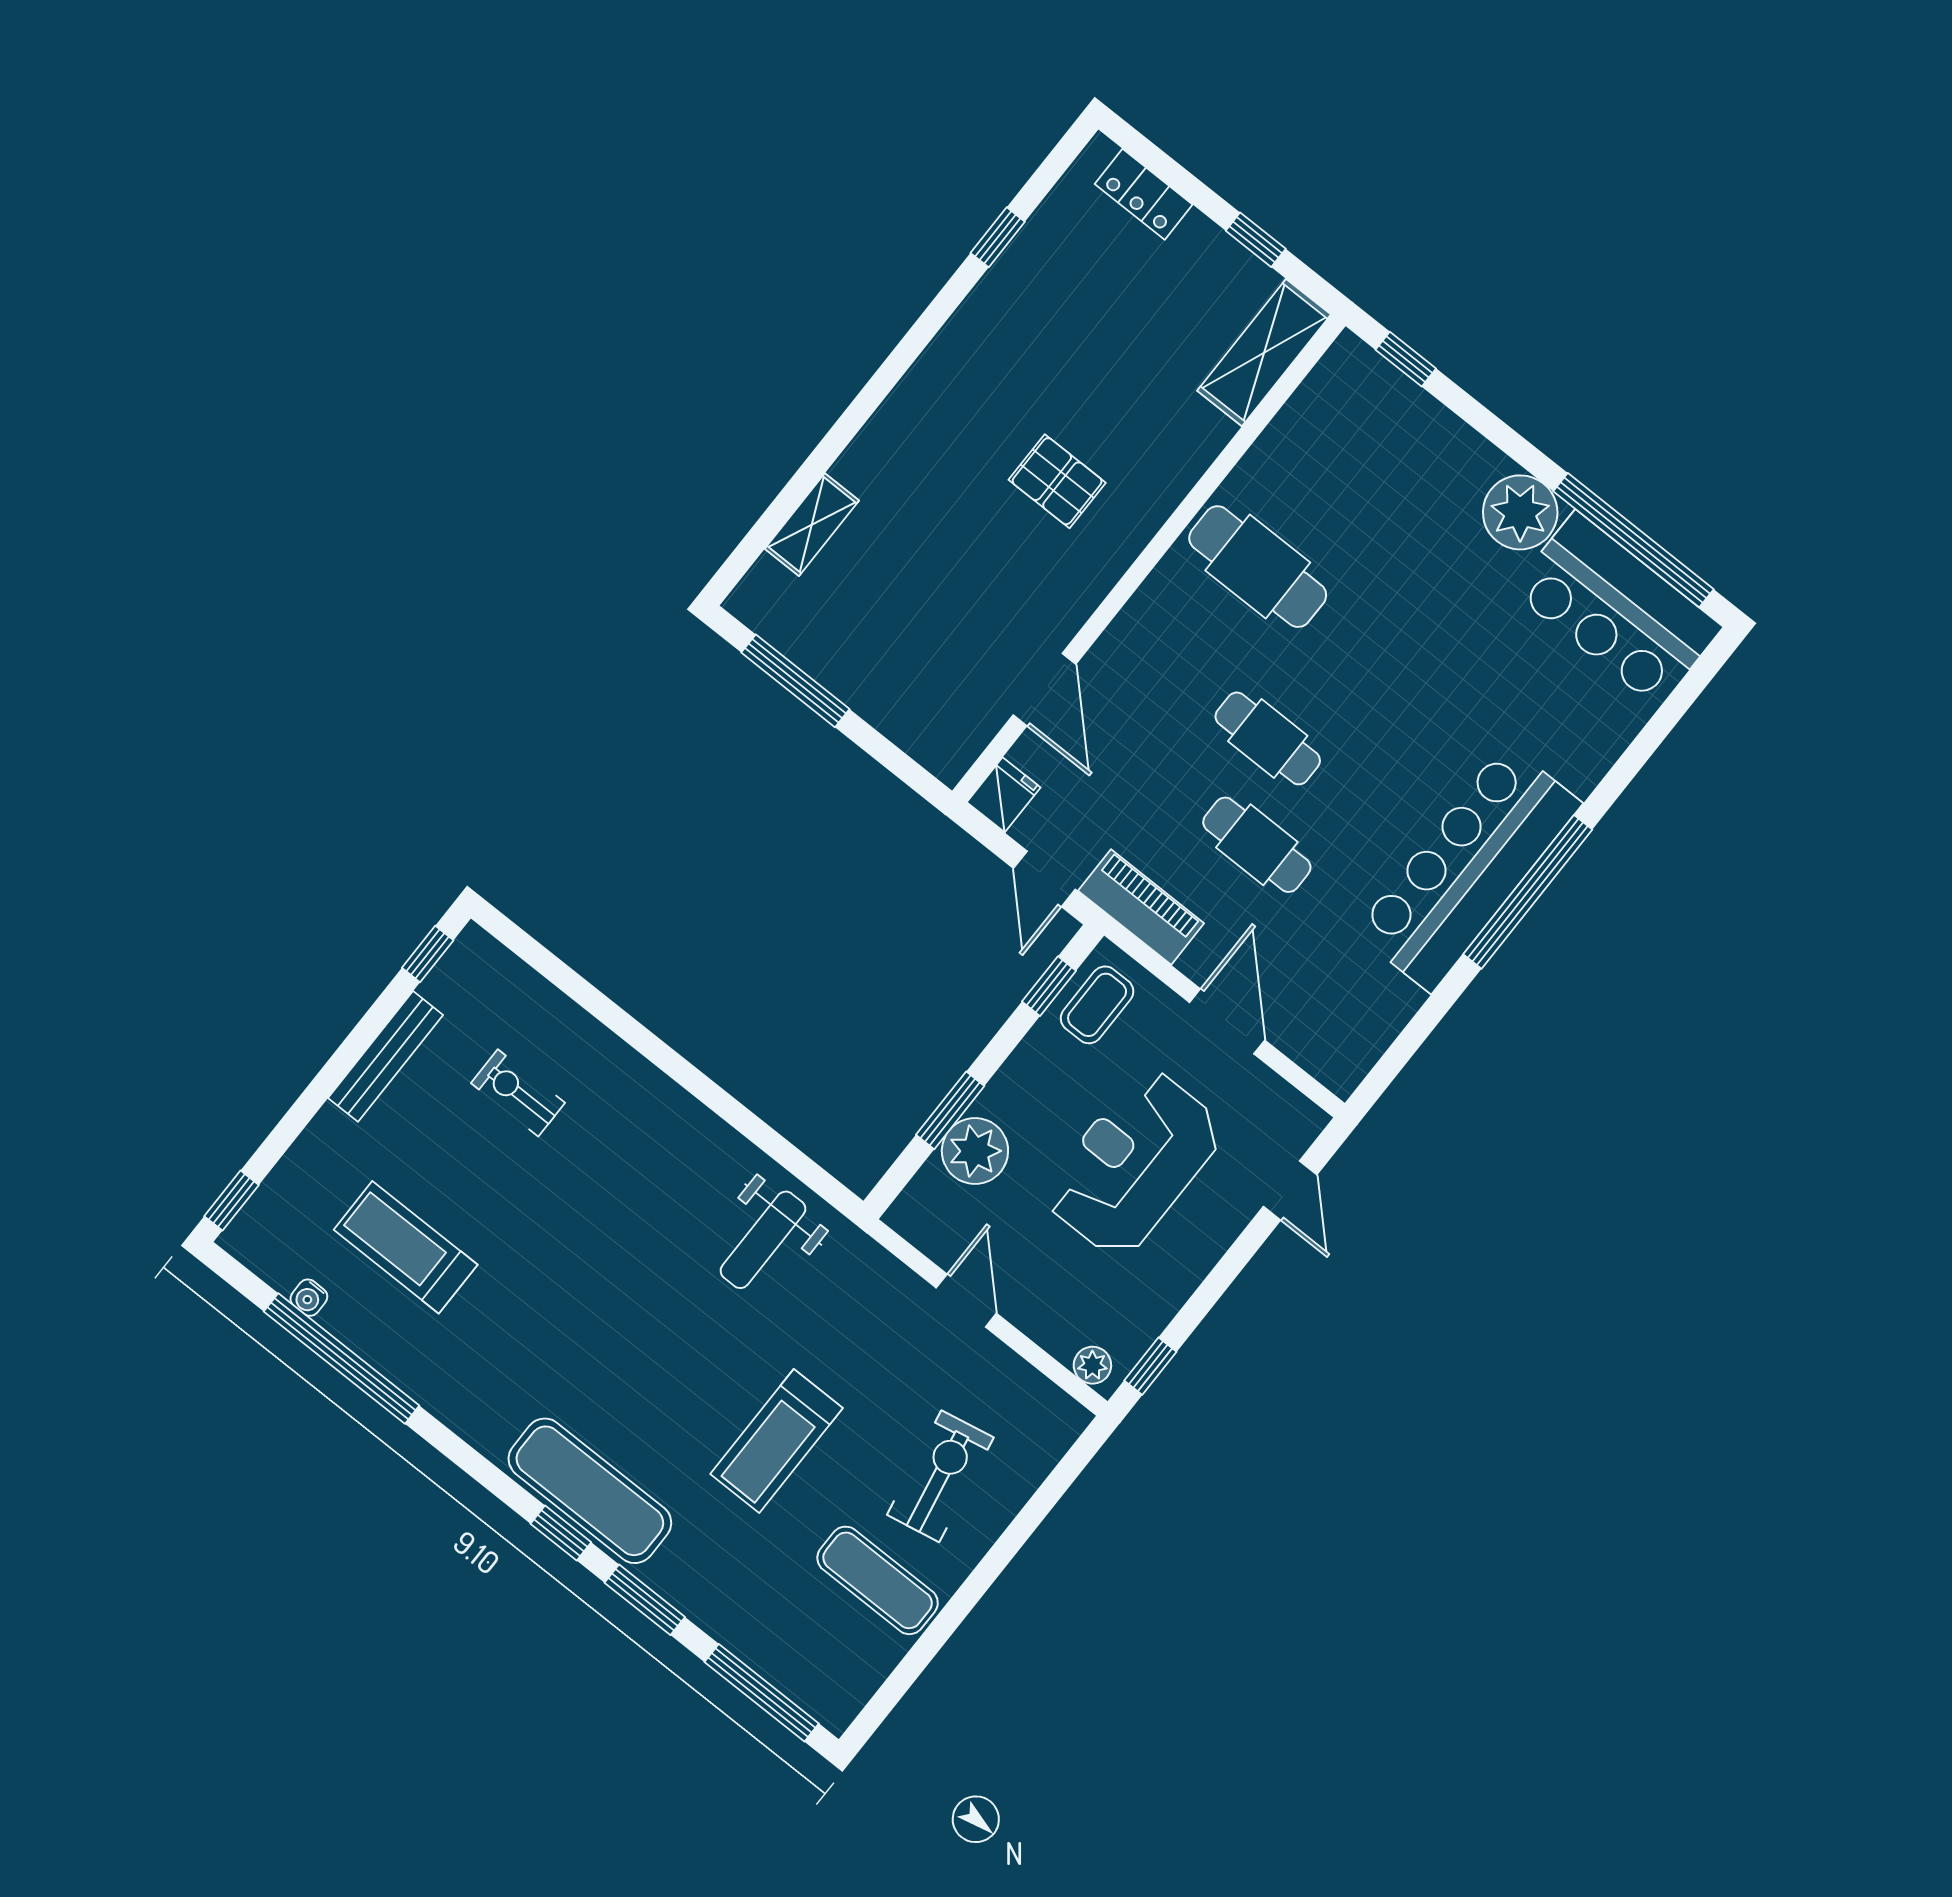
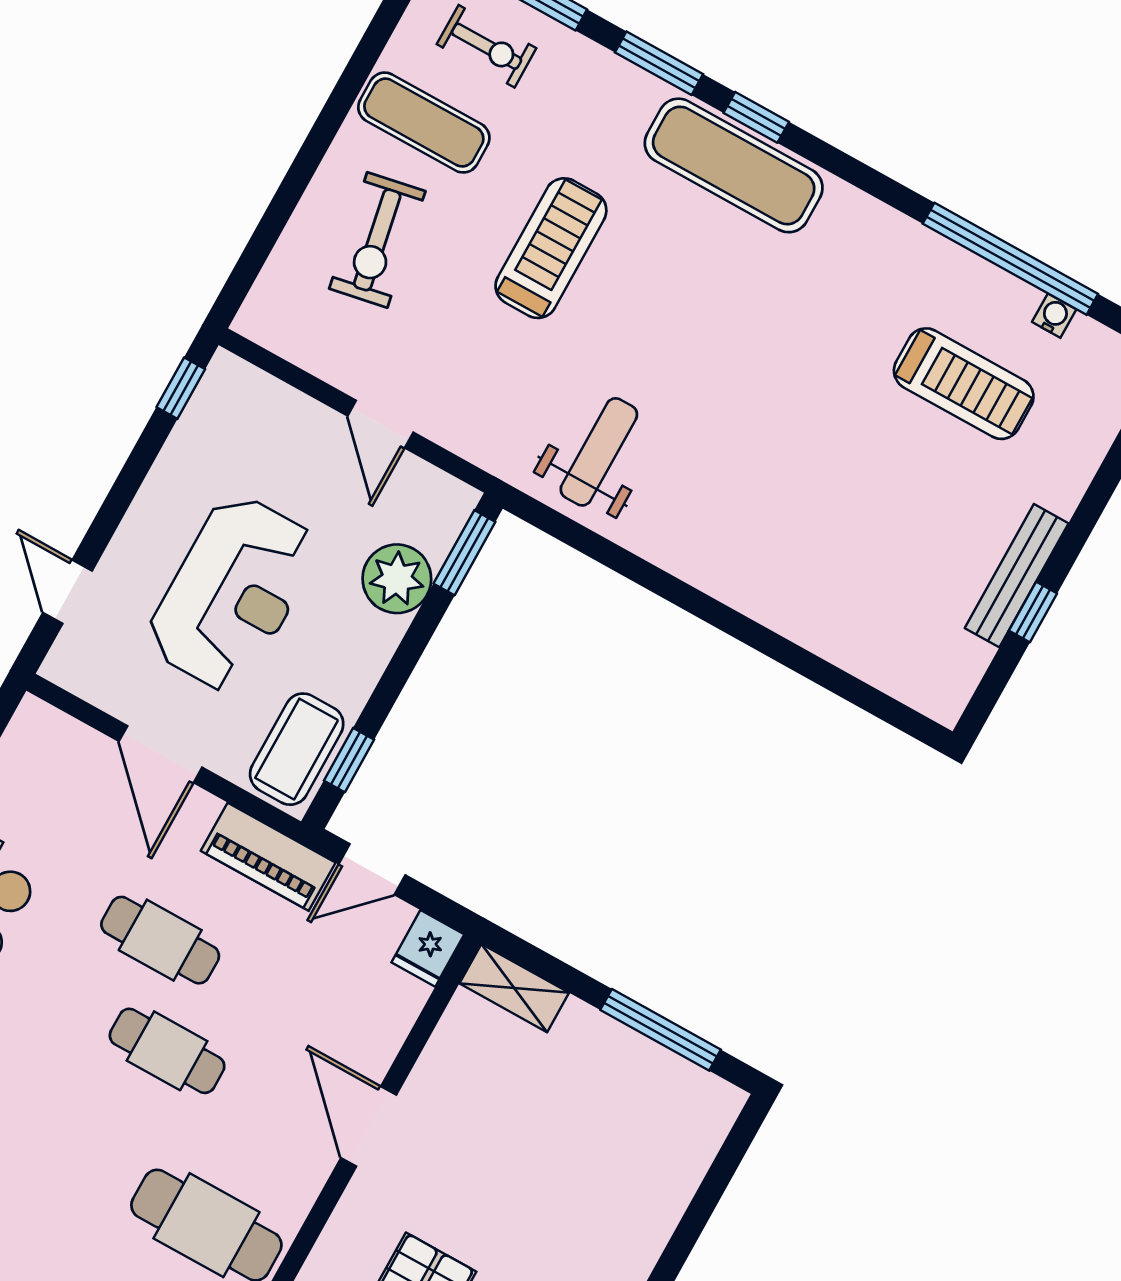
shelving: (812, 525) -> (514, 988), moved, turned 90
door: (1045, 690) -> (369, 1126), moved
door: (1044, 879) -> (372, 869), swing flipped
window: (428, 954) -> (1033, 612), moved
coffee table: (1097, 1005) -> (297, 749), width x1.36, depth x1.30
exercise bike: (518, 1093) -> (487, 46), moved
window: (950, 1110) -> (464, 553), moved
plant: (1092, 1365) -> (240, 379), removed

